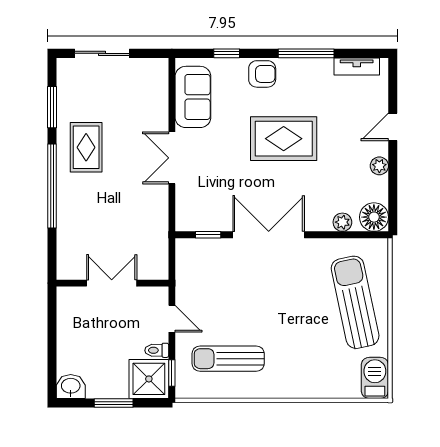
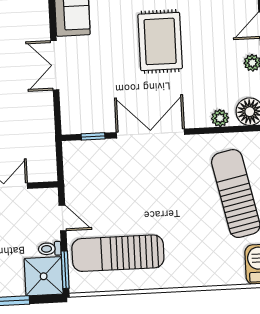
rug: (284, 139) -> (160, 41), turned 90
sun lounger: (228, 359) -> (118, 253), width x1.36, depth x1.34
window: (172, 373) -> (65, 270), width x1.50

